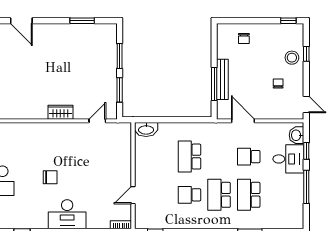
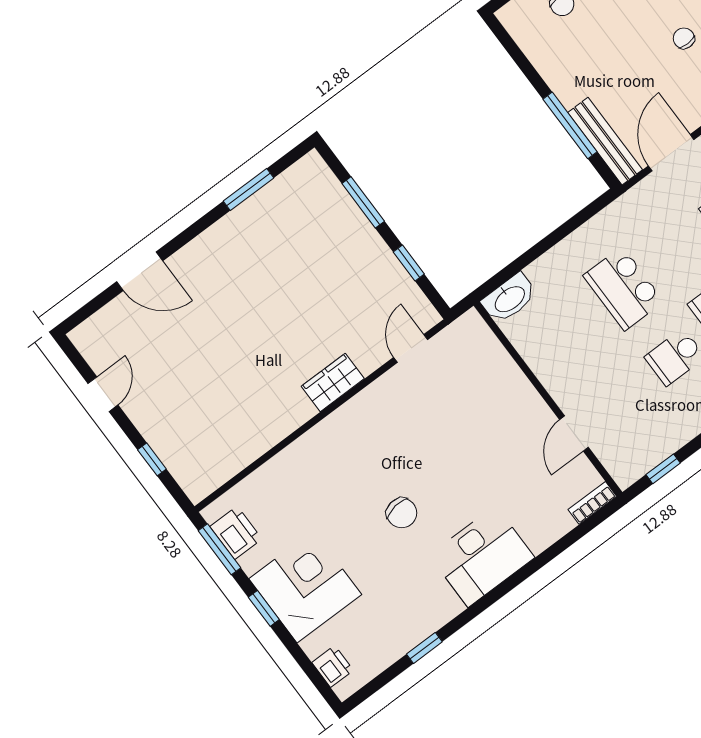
bench: (222, 79) -> (605, 141), moved
window: (120, 90) -> (409, 263), width x0.67
door: (243, 121) -> (671, 153), hinge flipped
chair: (50, 177) -> (402, 513), turned 82

